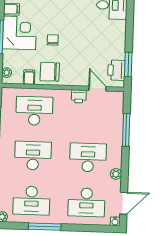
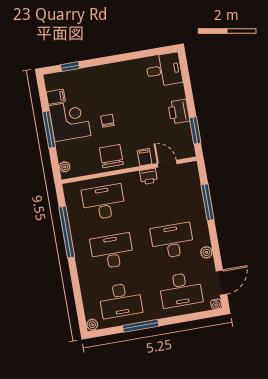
printer: (116, 70) -> (179, 112), moved
chair: (50, 72) -> (111, 156), turned 90
filing cabinet: (29, 77) -> (145, 157), moved

